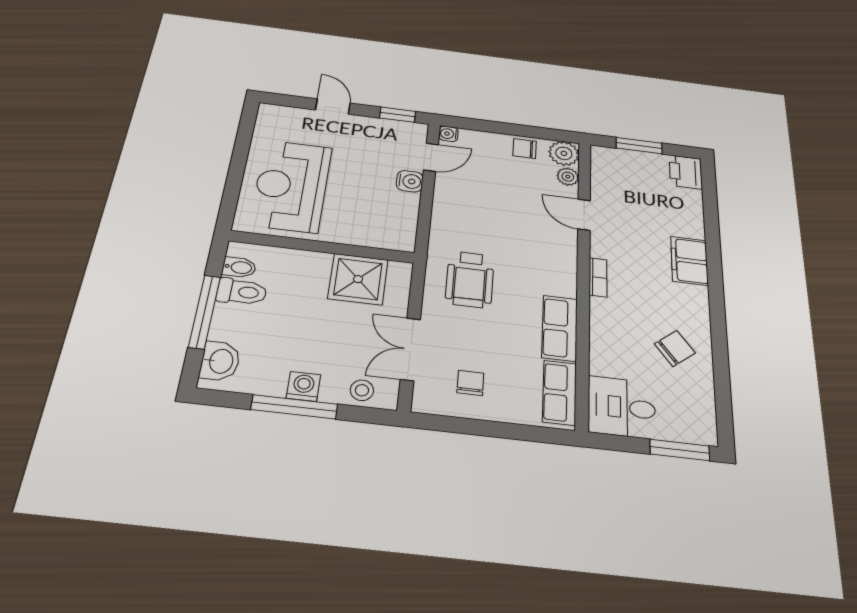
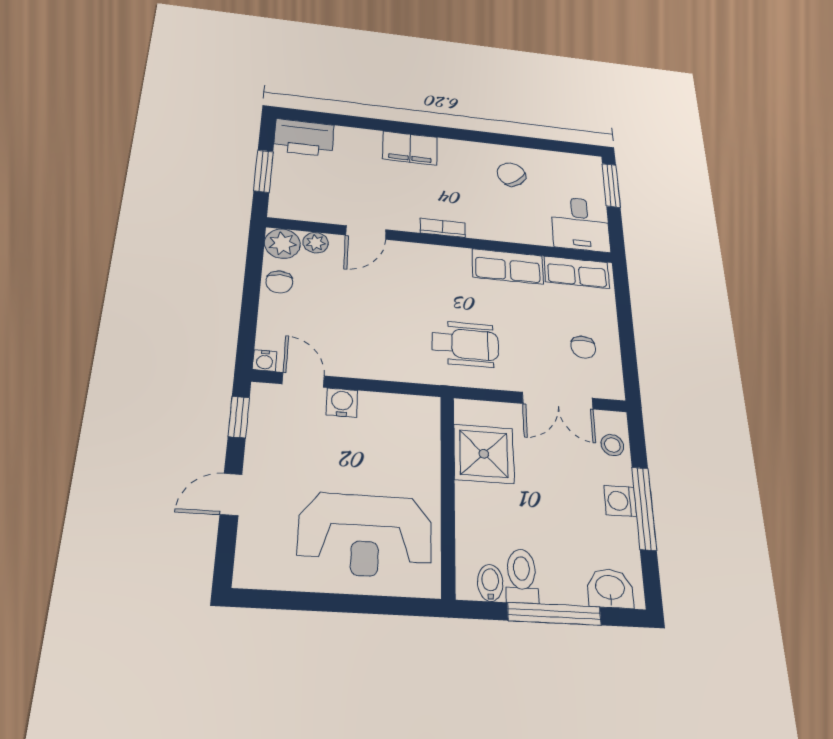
printer: (686, 172) -> (304, 138), width x1.37, depth x1.19
chair: (470, 383) -> (583, 347), turned -90

